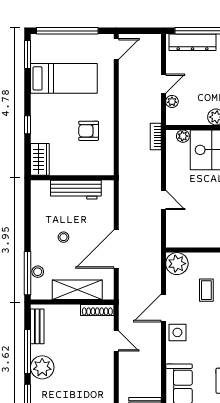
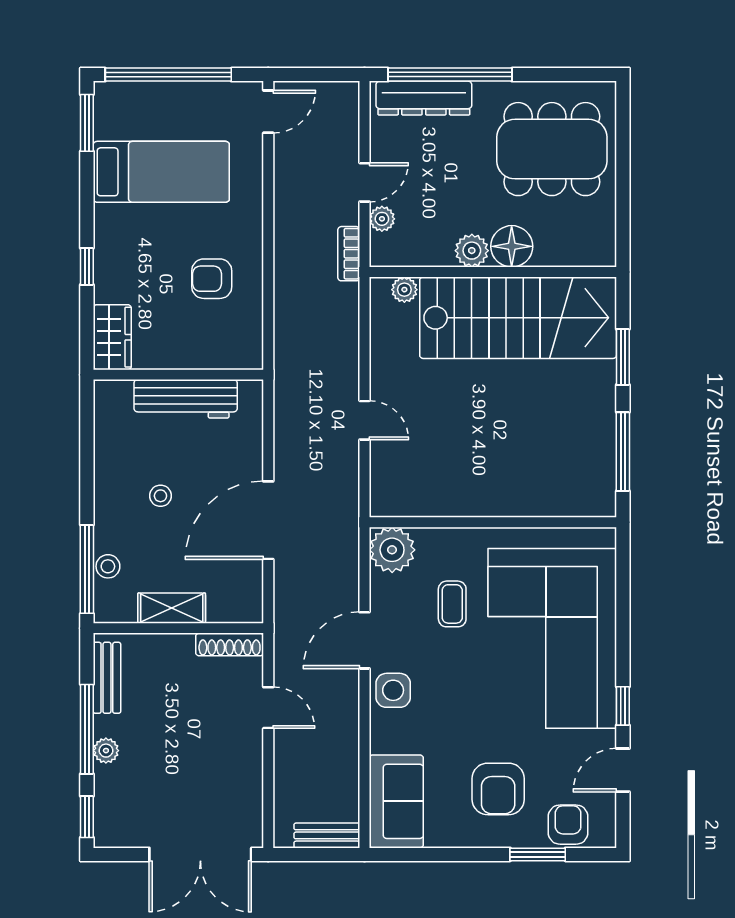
bookcase: (156, 136) -> (349, 254), moved
shelving: (77, 290) -> (172, 608), width x0.67, depth x0.75
plant: (42, 367) -> (106, 751), width x0.53, depth x0.53

